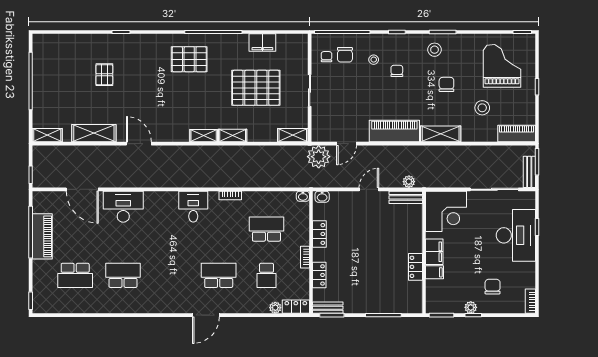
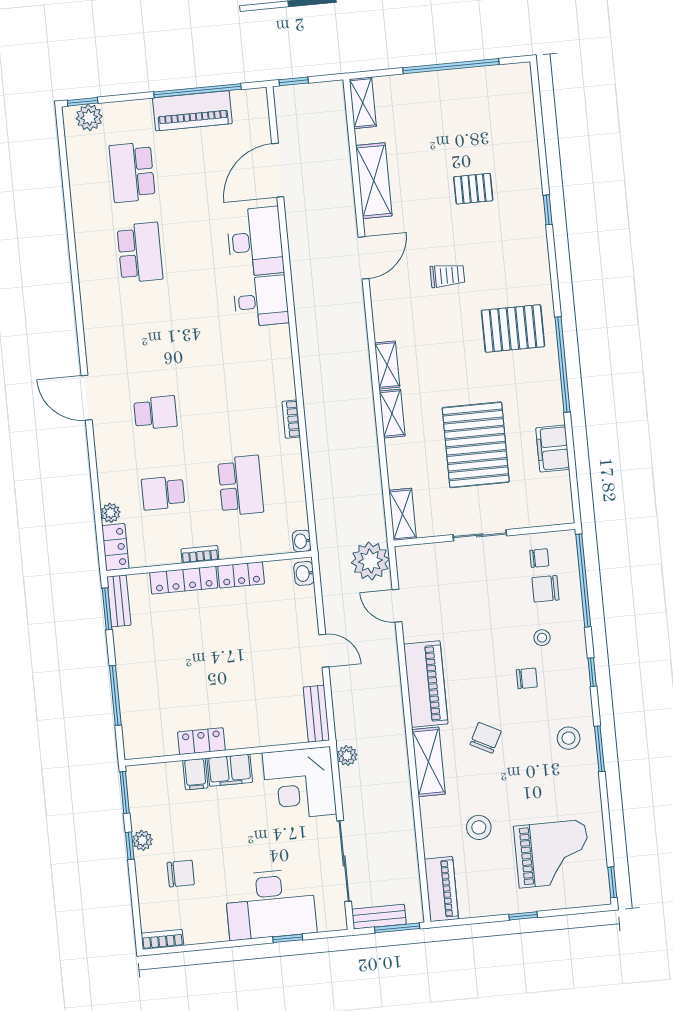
pallet: (189, 59) -> (513, 328), turned 90
chair: (446, 84) -> (486, 738), moved, turned -63
trolley: (154, 95) -> (447, 276), added
plant: (409, 182) -> (347, 756), moved
desk: (193, 207) -> (261, 301), moved
school desk: (219, 275) -> (155, 413), width x0.54
locker: (319, 275) -> (184, 580), width x1.53
plant: (40, 298) -> (89, 117), added

